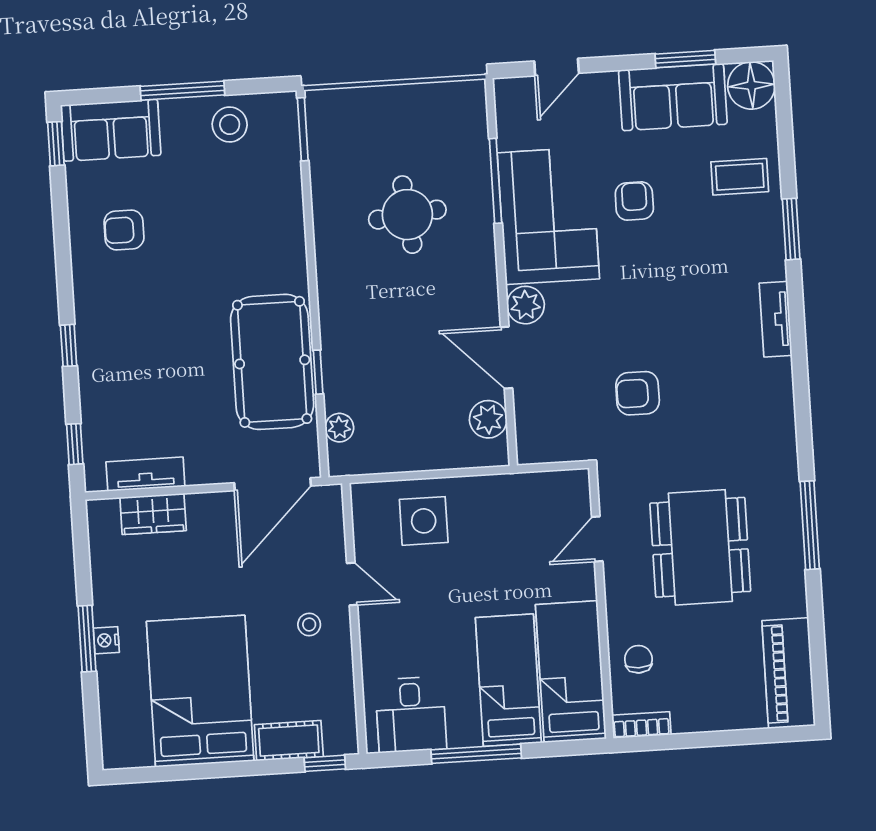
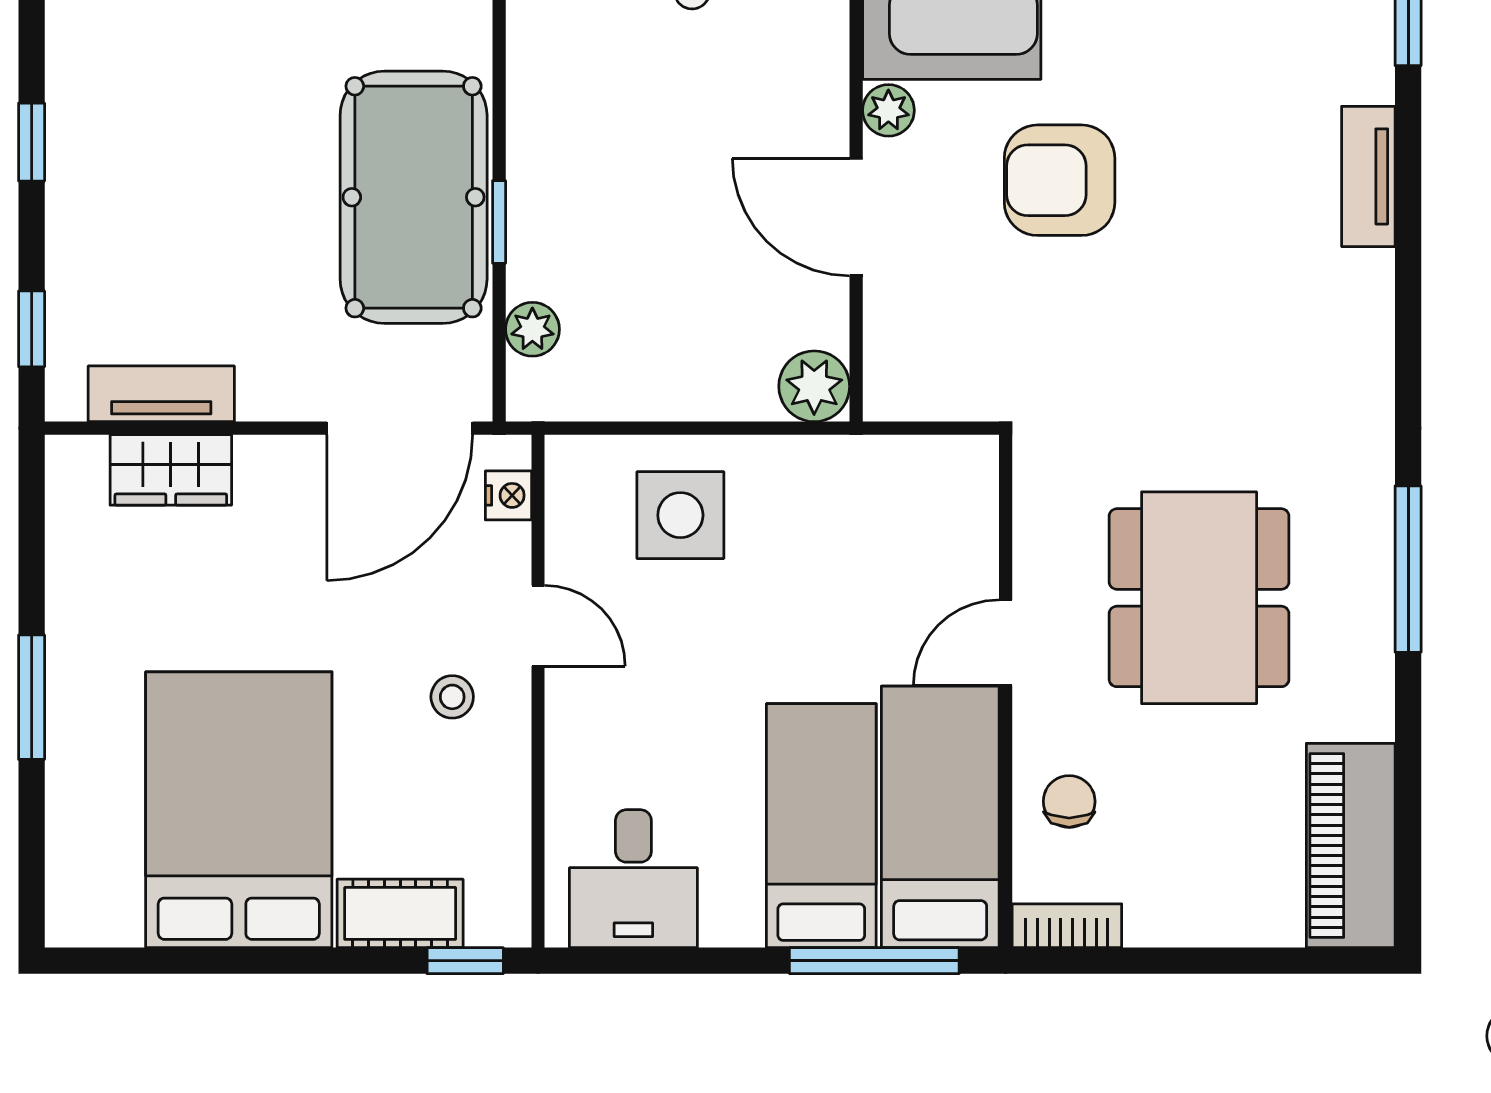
plant: (526, 305) -> (888, 110), width x0.73, depth x0.73
armchair: (638, 393) -> (1060, 180), moved, width x1.38, depth x1.38
plant: (488, 419) -> (814, 386), moved
door: (597, 539) -> (1006, 643), moved
nightstand: (106, 640) -> (508, 495), moved, turned 180
window: (476, 754) -> (874, 961), moved

